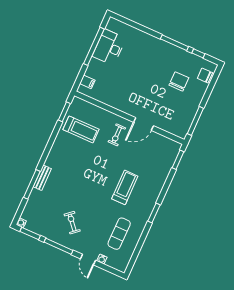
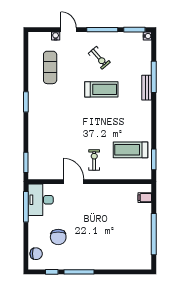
desk: (109, 47) -> (41, 200), moved, turned 180
door: (144, 124) -> (74, 182), hinge flipped
treadmill: (125, 187) -> (101, 89), moved, turned -90

